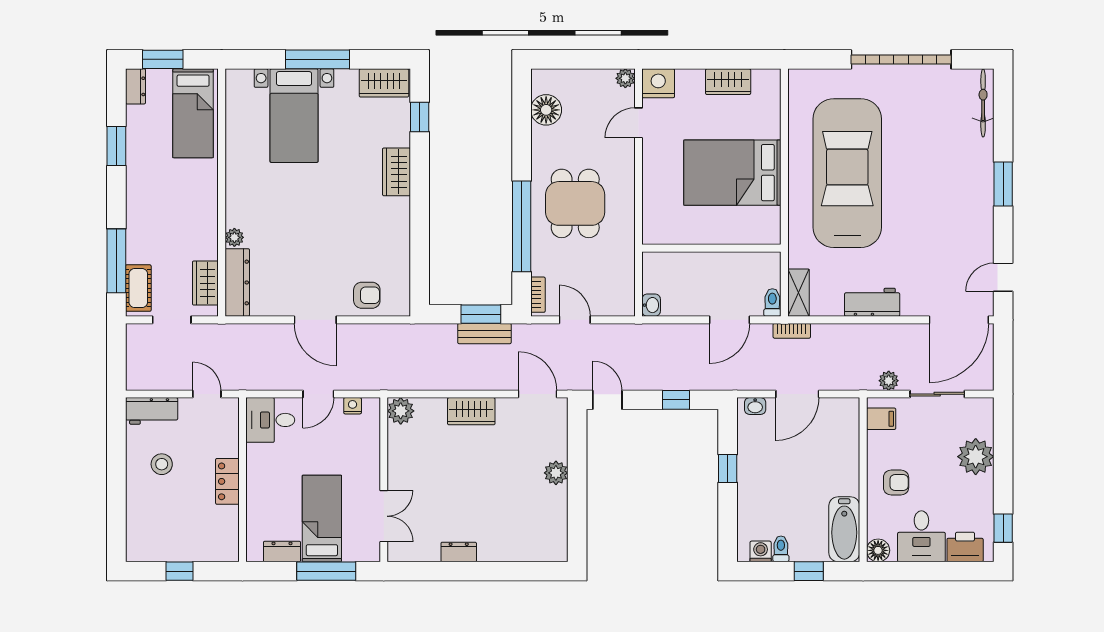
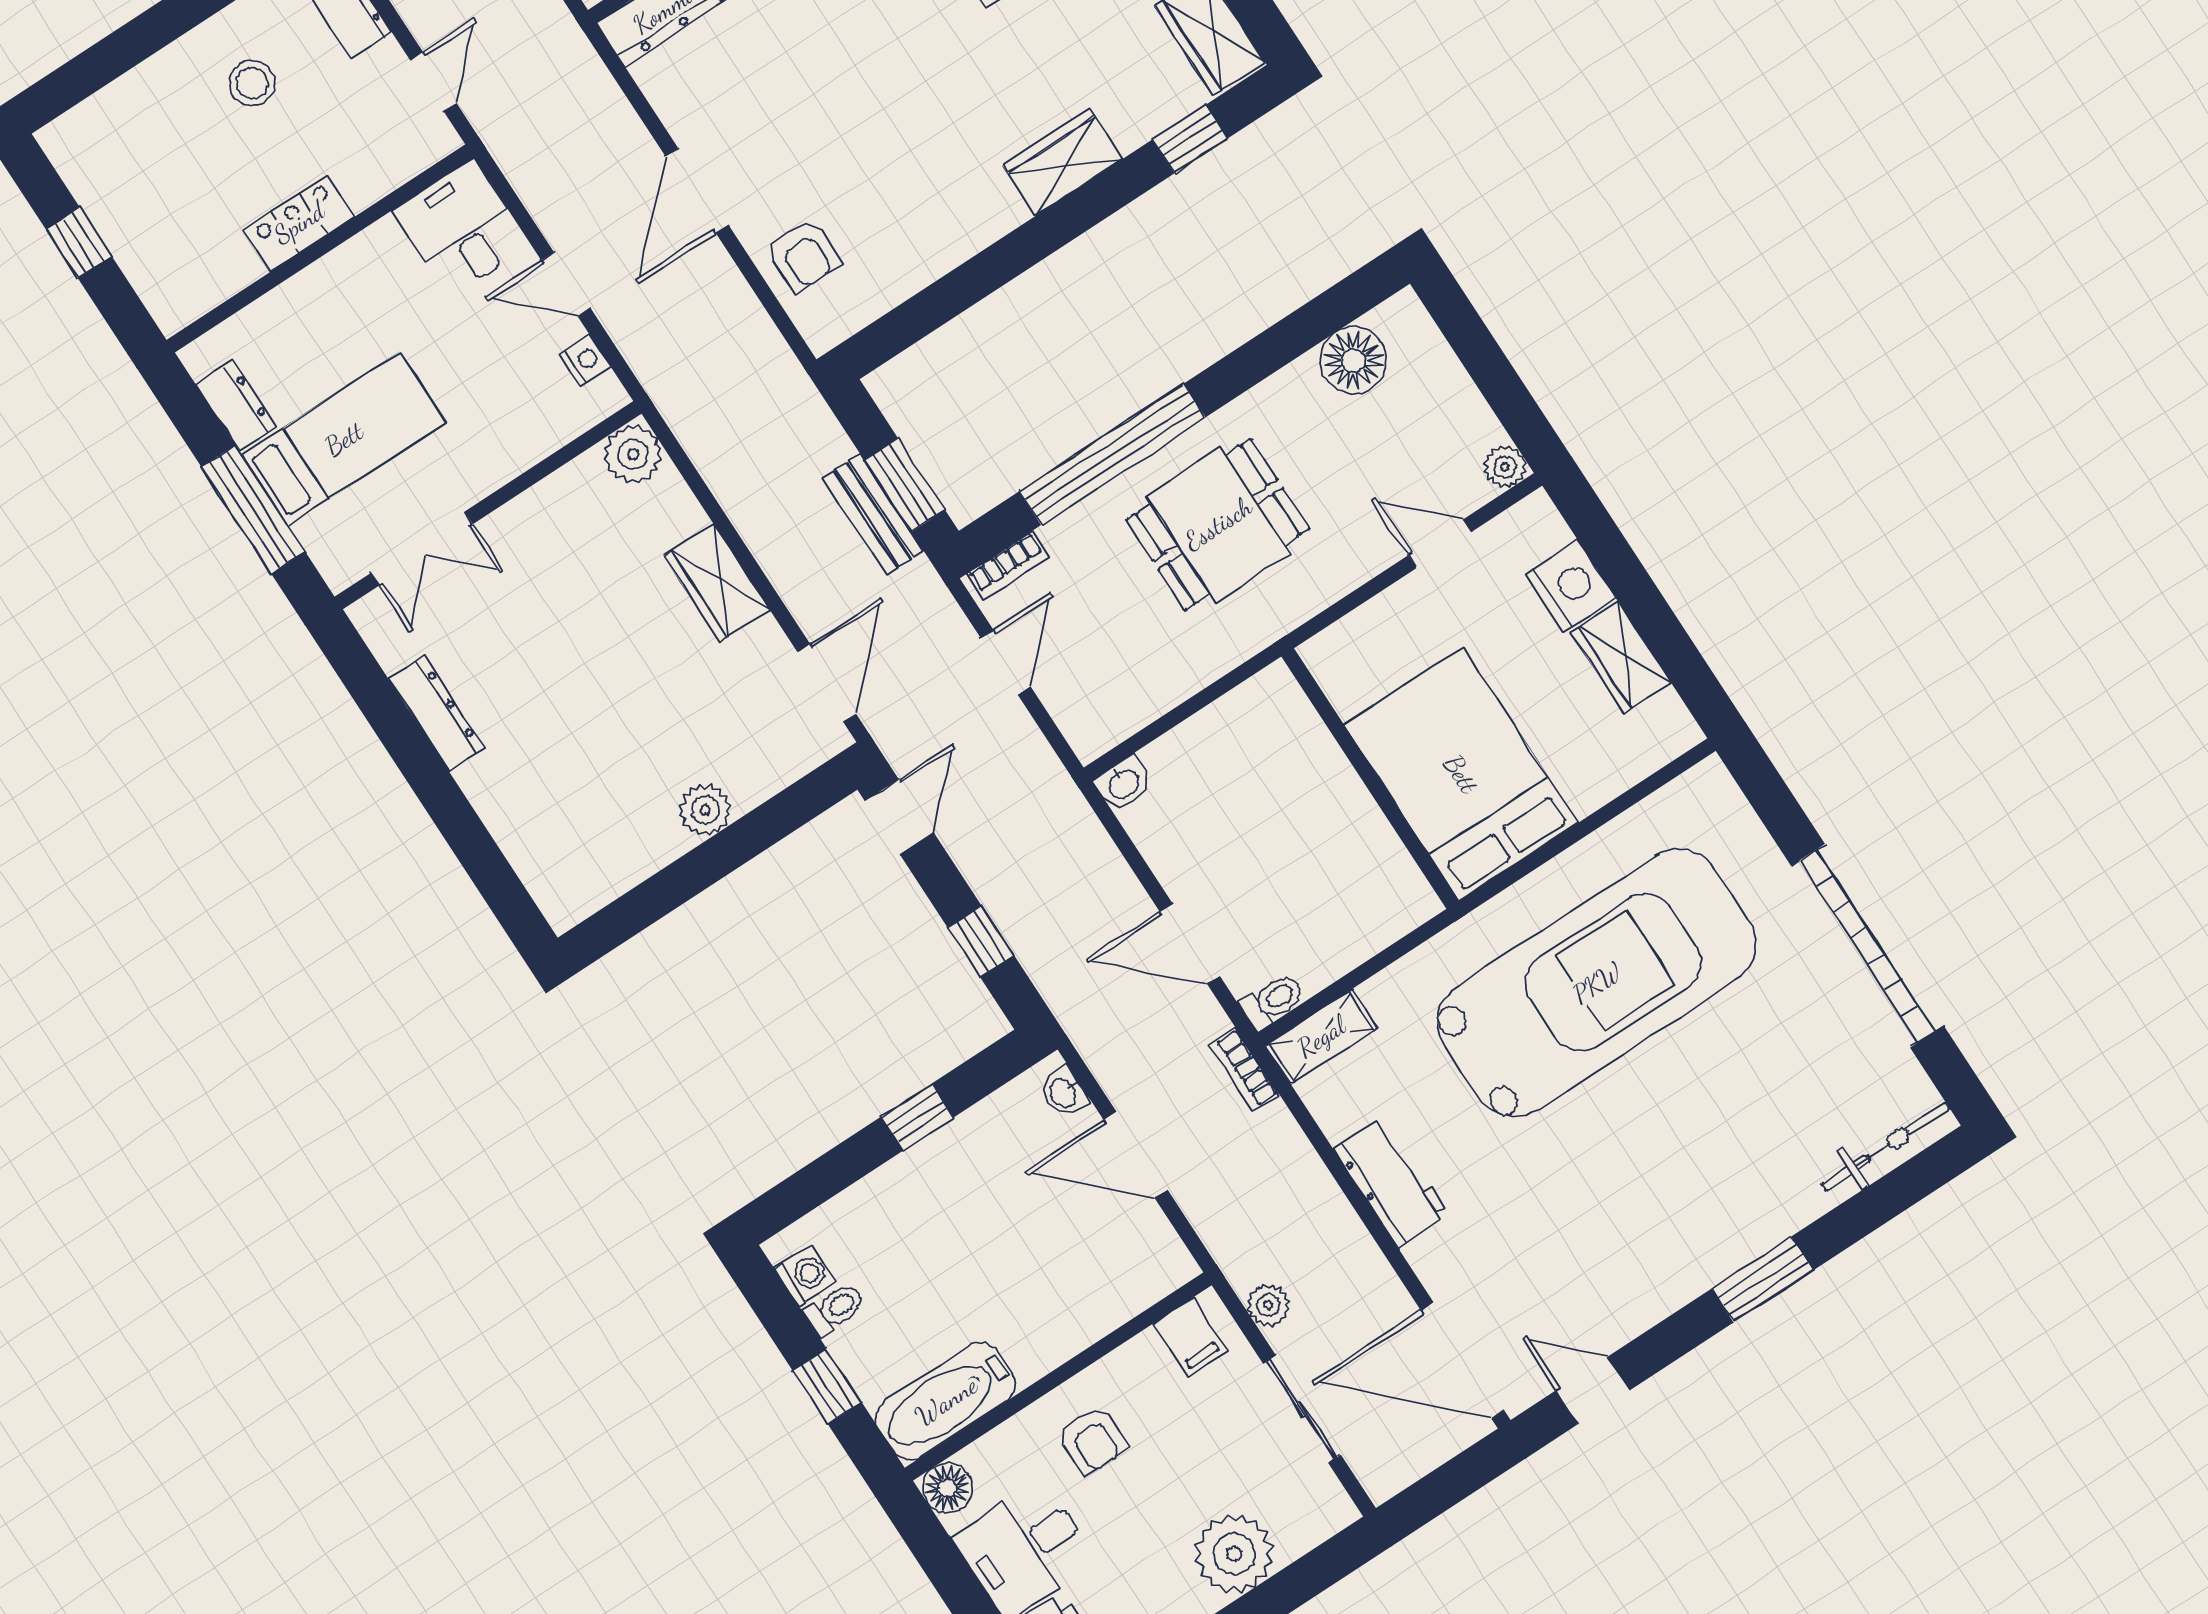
nightstand: (658, 83) -> (1570, 586), moved
wall: (711, 248) -> (1370, 779), moved
dresser: (459, 552) -> (437, 713), width x1.44

